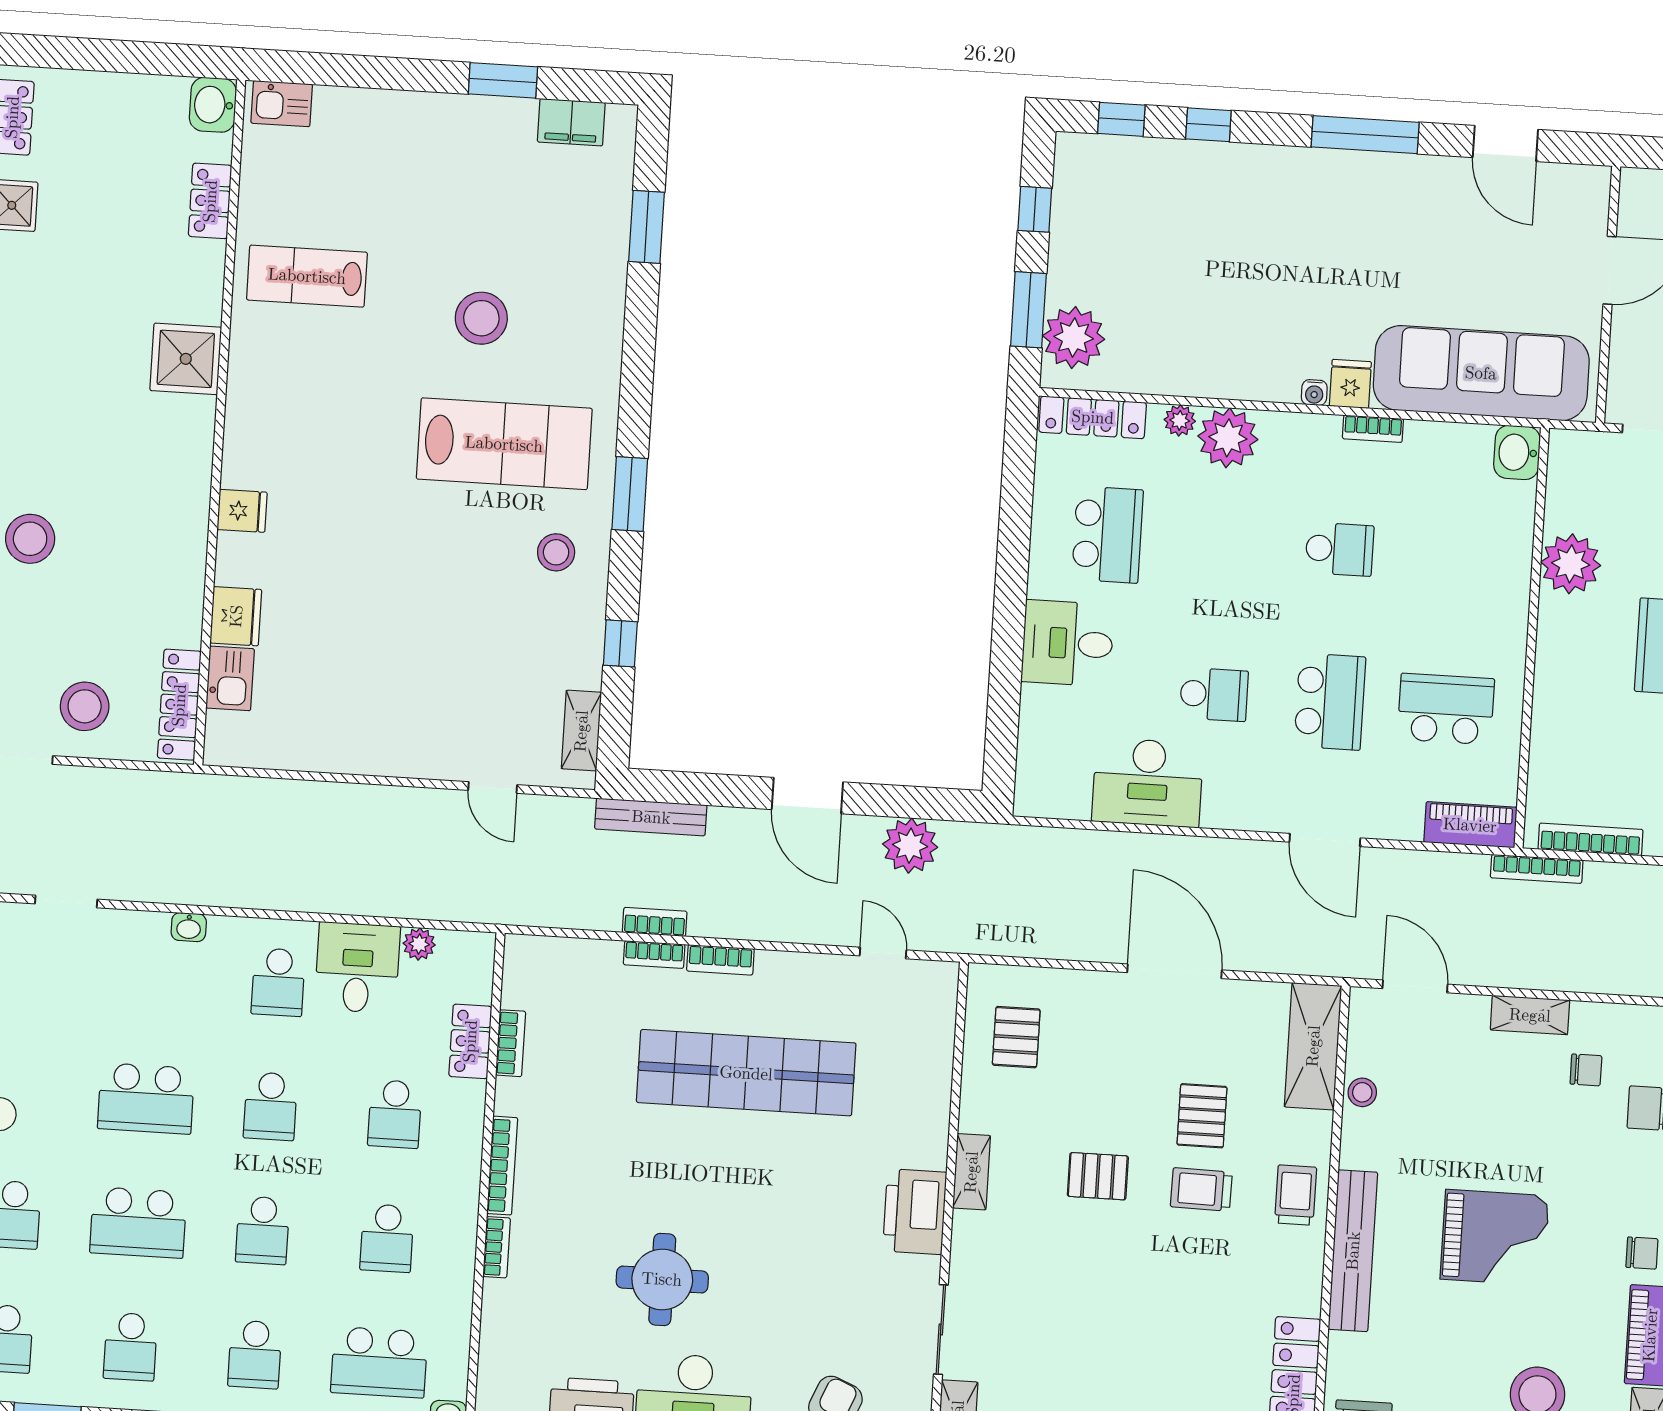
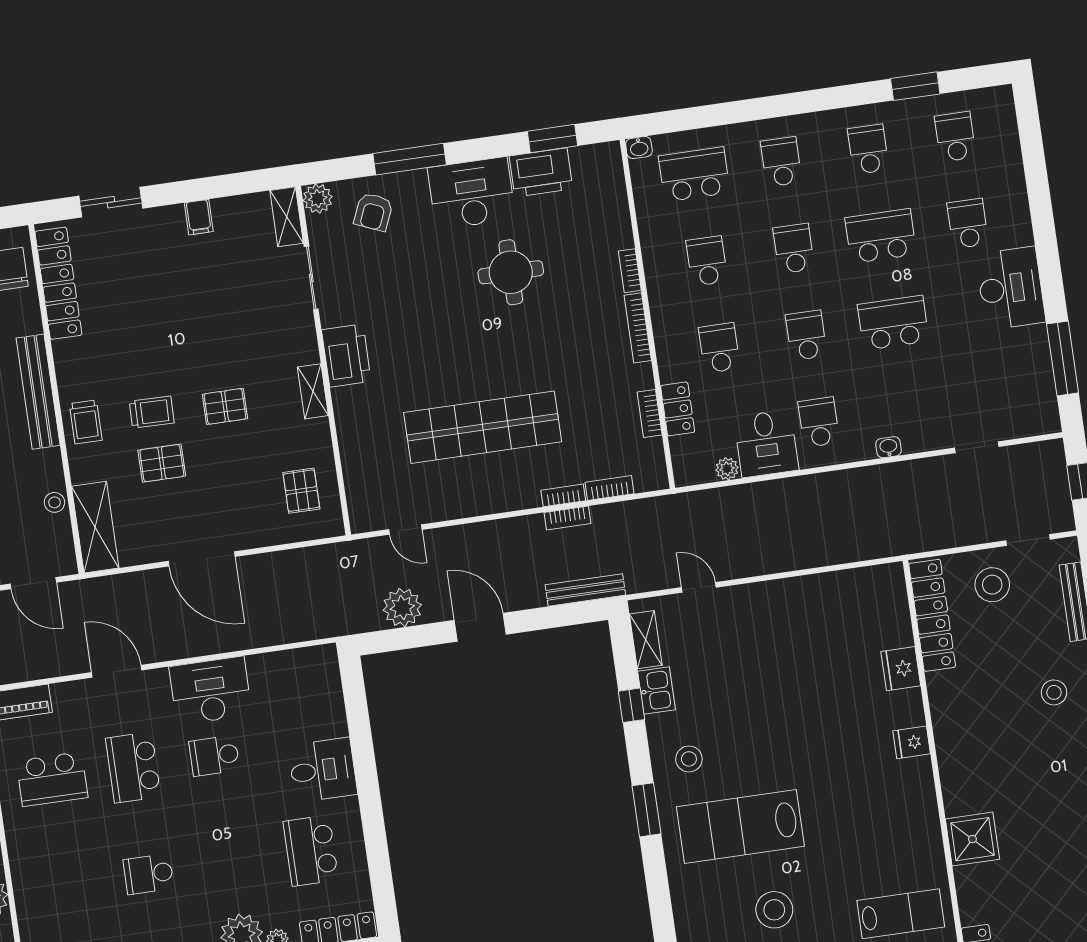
stool: (30, 539) -> (1054, 692), width x0.73, depth x0.73
kitchen sink: (230, 678) -> (656, 690), moved, turned 180
locker: (179, 705) -> (932, 615), width x1.41, depth x1.21
desk: (1148, 782) -> (210, 691), moved
bookcase: (720, 960) -> (609, 488), moved
pallet: (1202, 1116) -> (162, 463), turned 90

